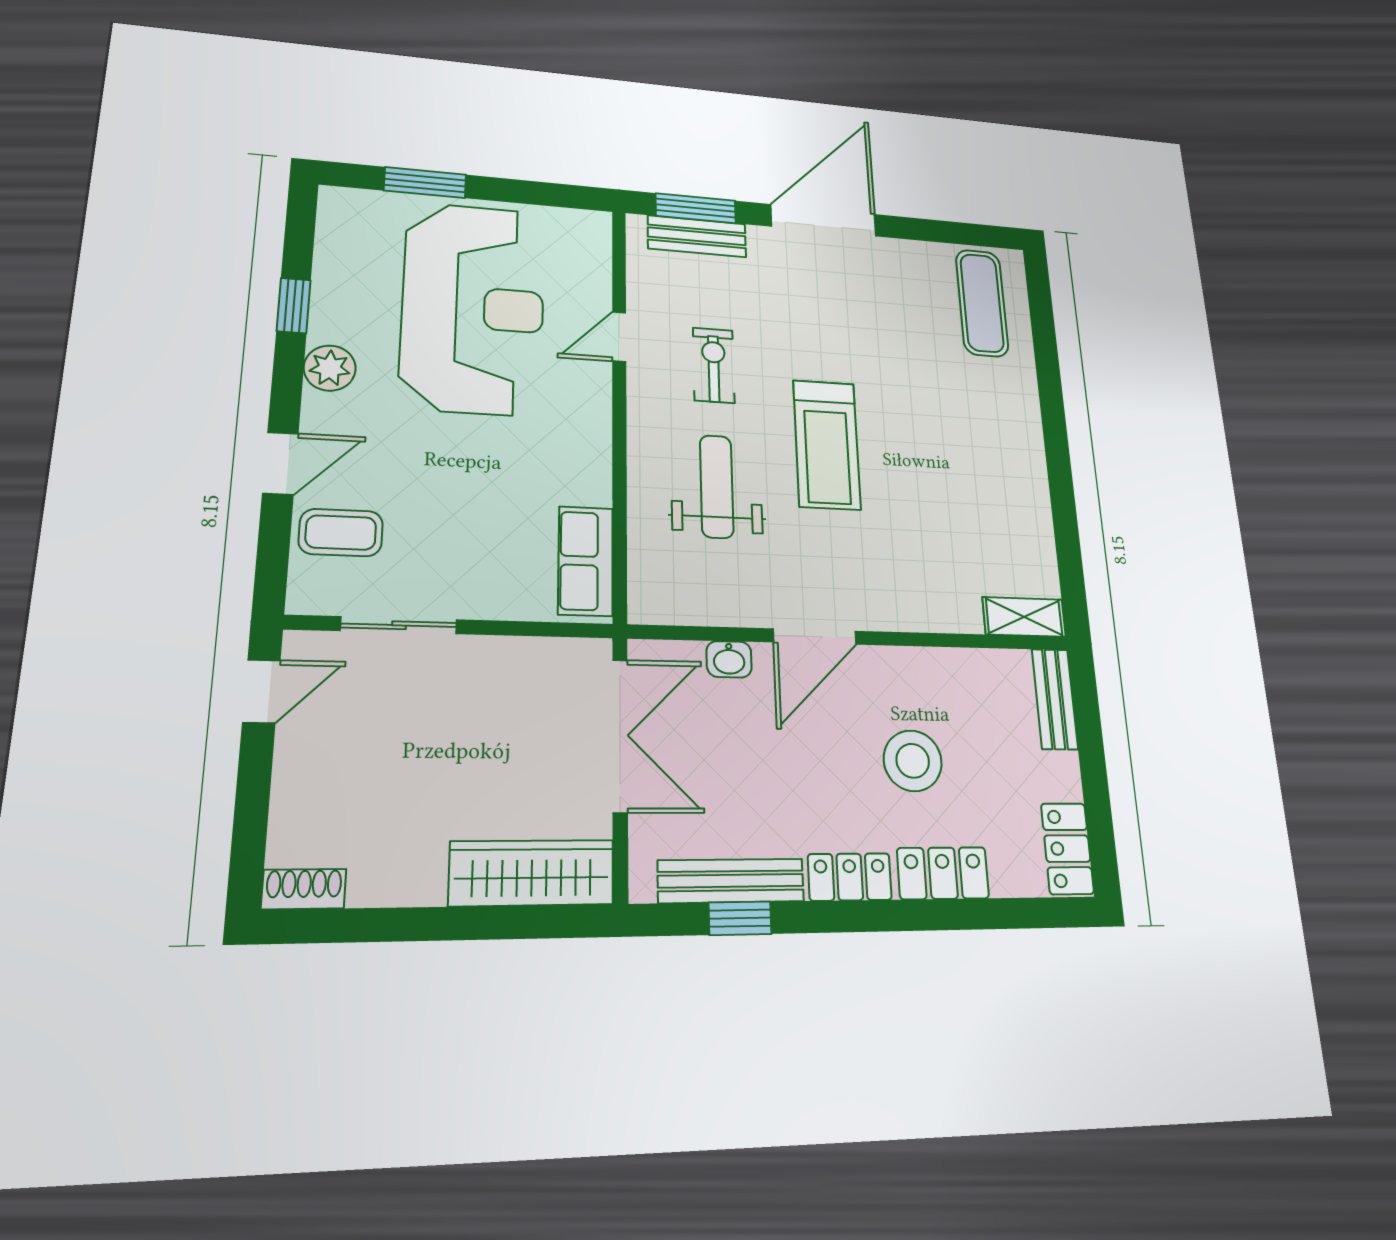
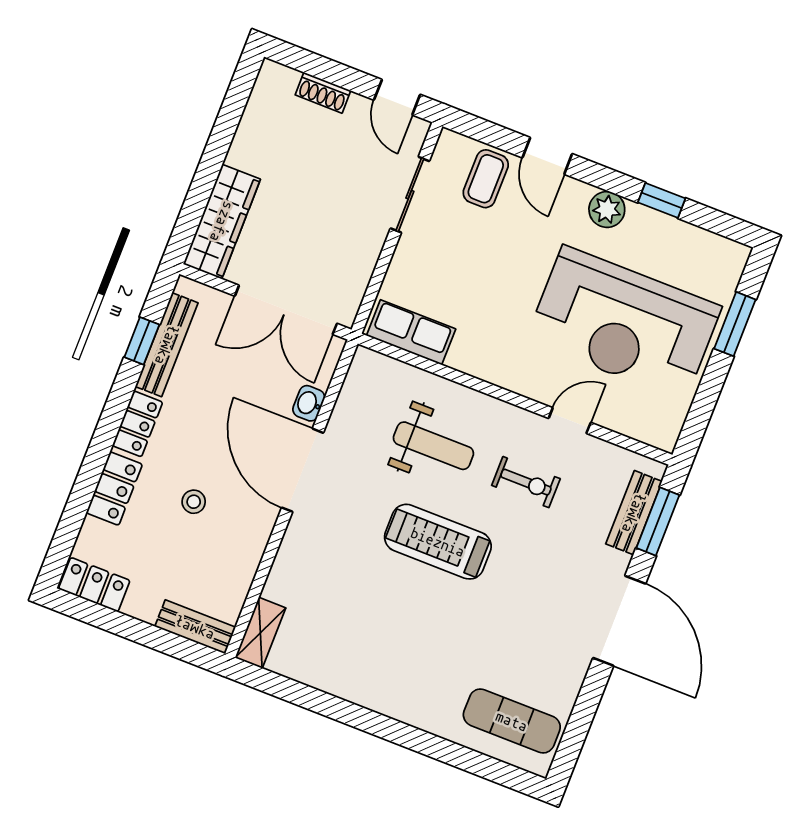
door: (619, 337) -> (570, 420), hinge flipped
door: (815, 637) -> (302, 470), width x1.36
stool: (913, 761) -> (194, 502), width x0.53, depth x0.53
shoe rack: (304, 889) -> (323, 93), moved, turned 90

